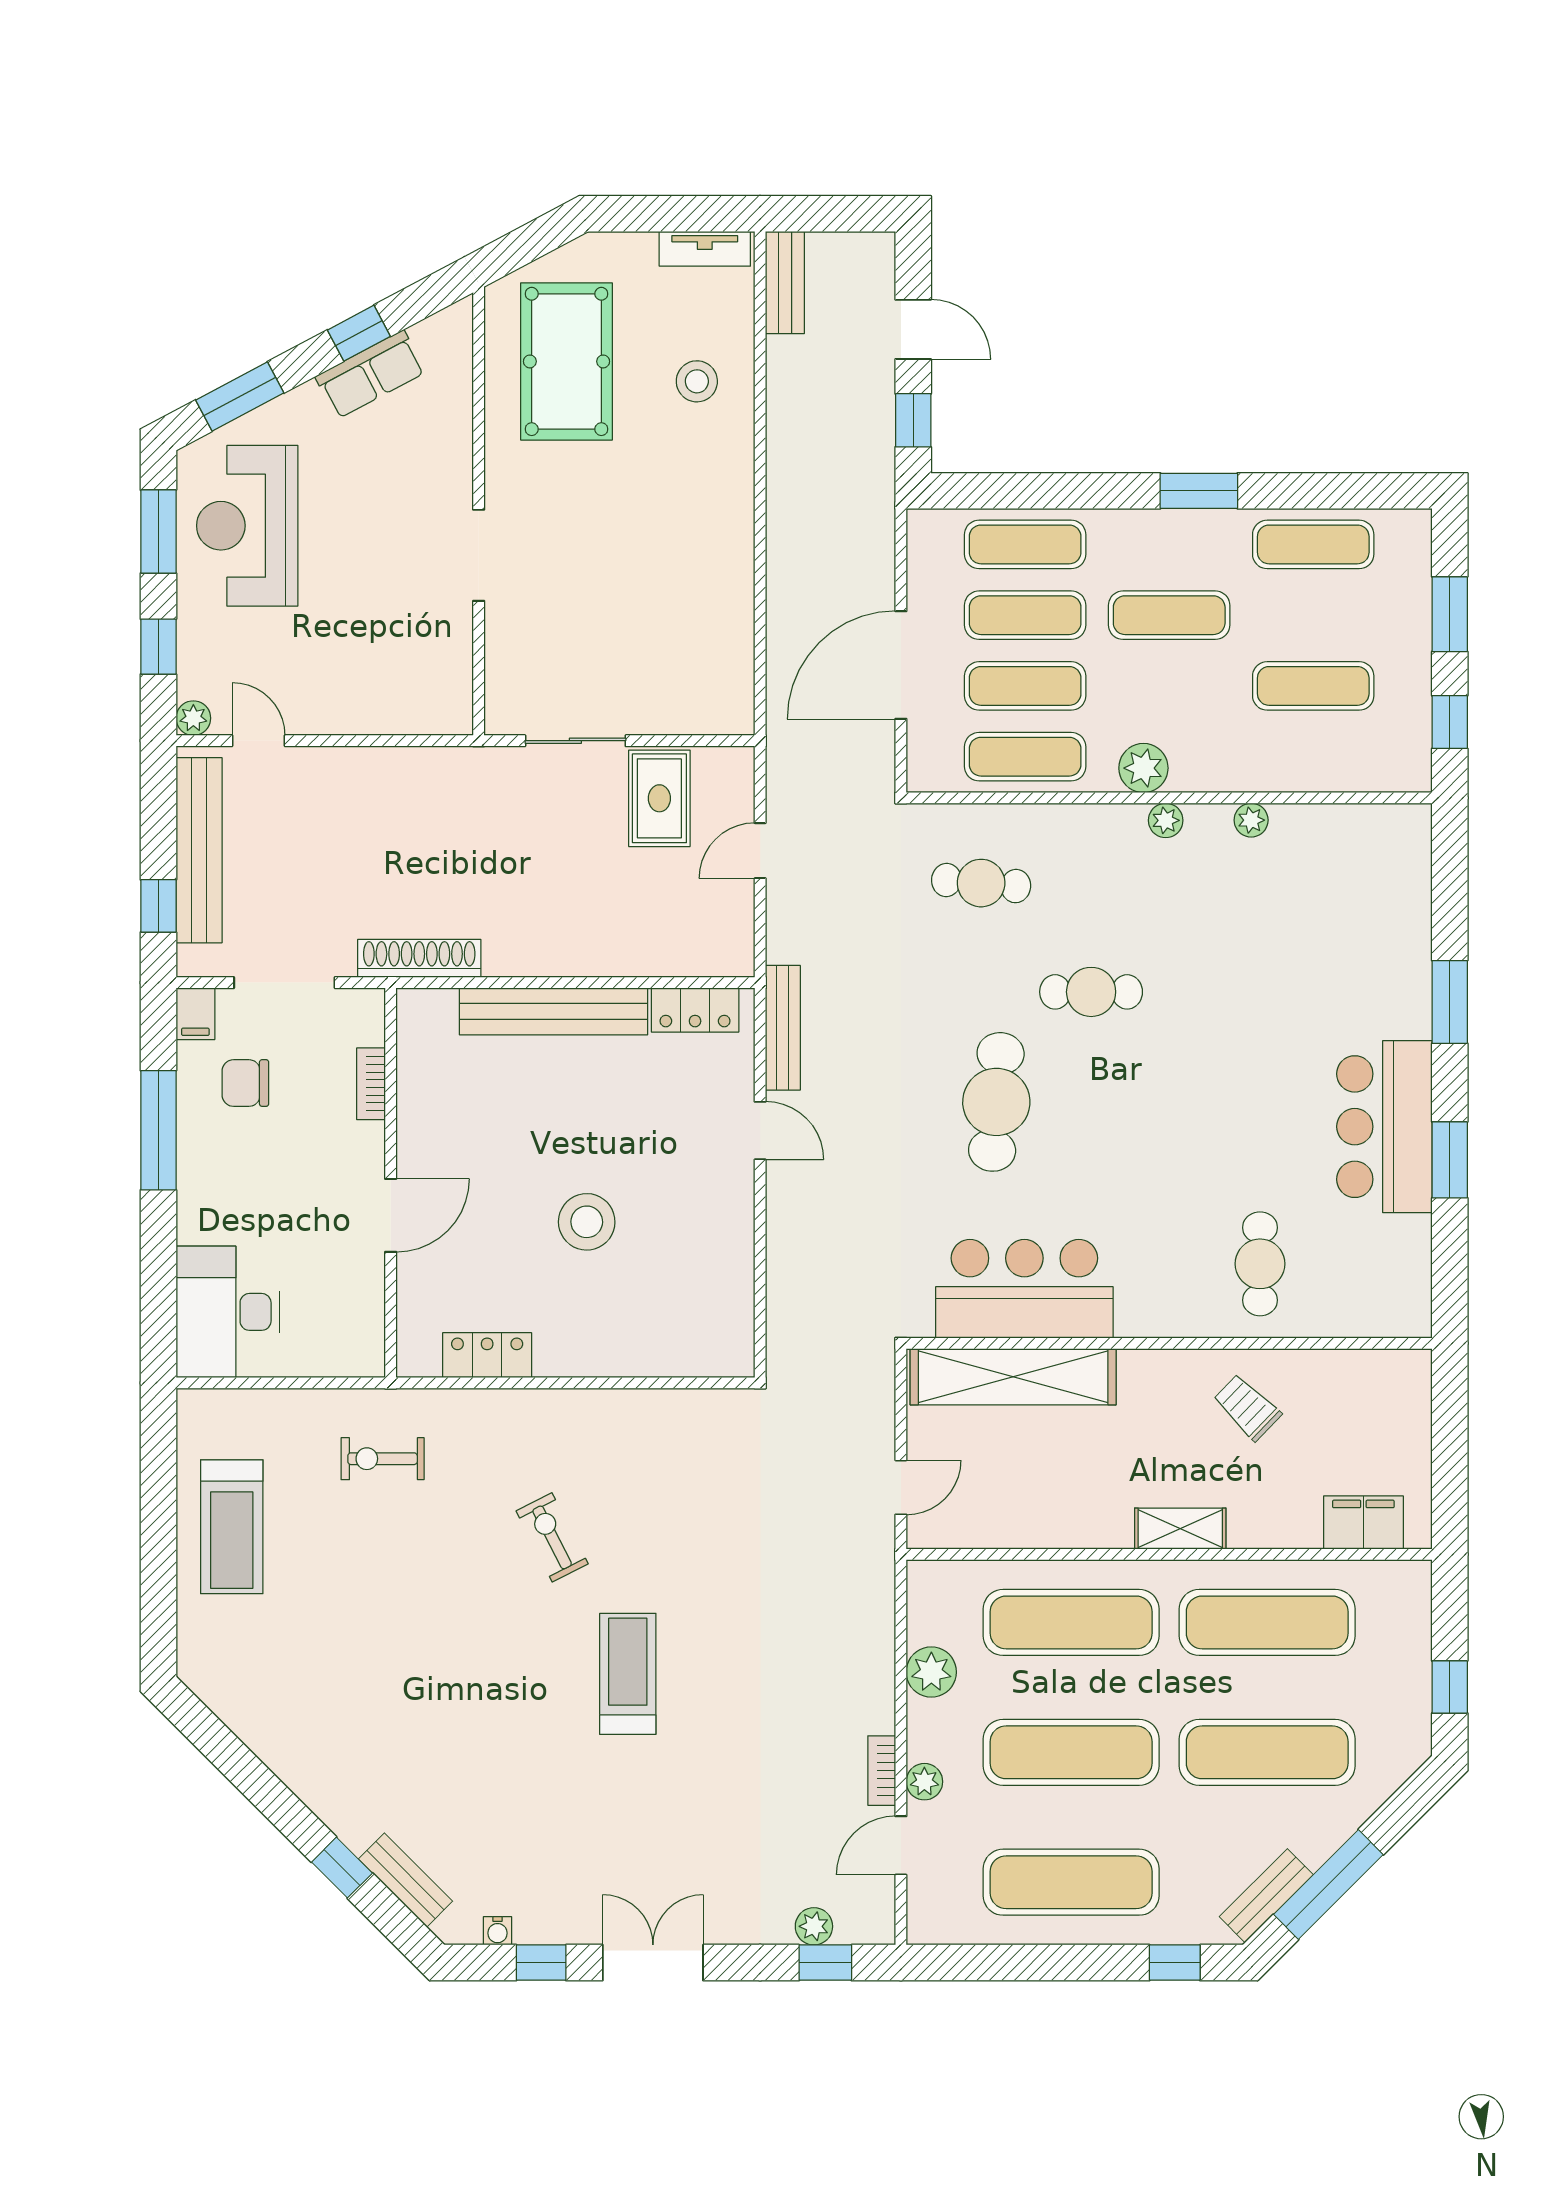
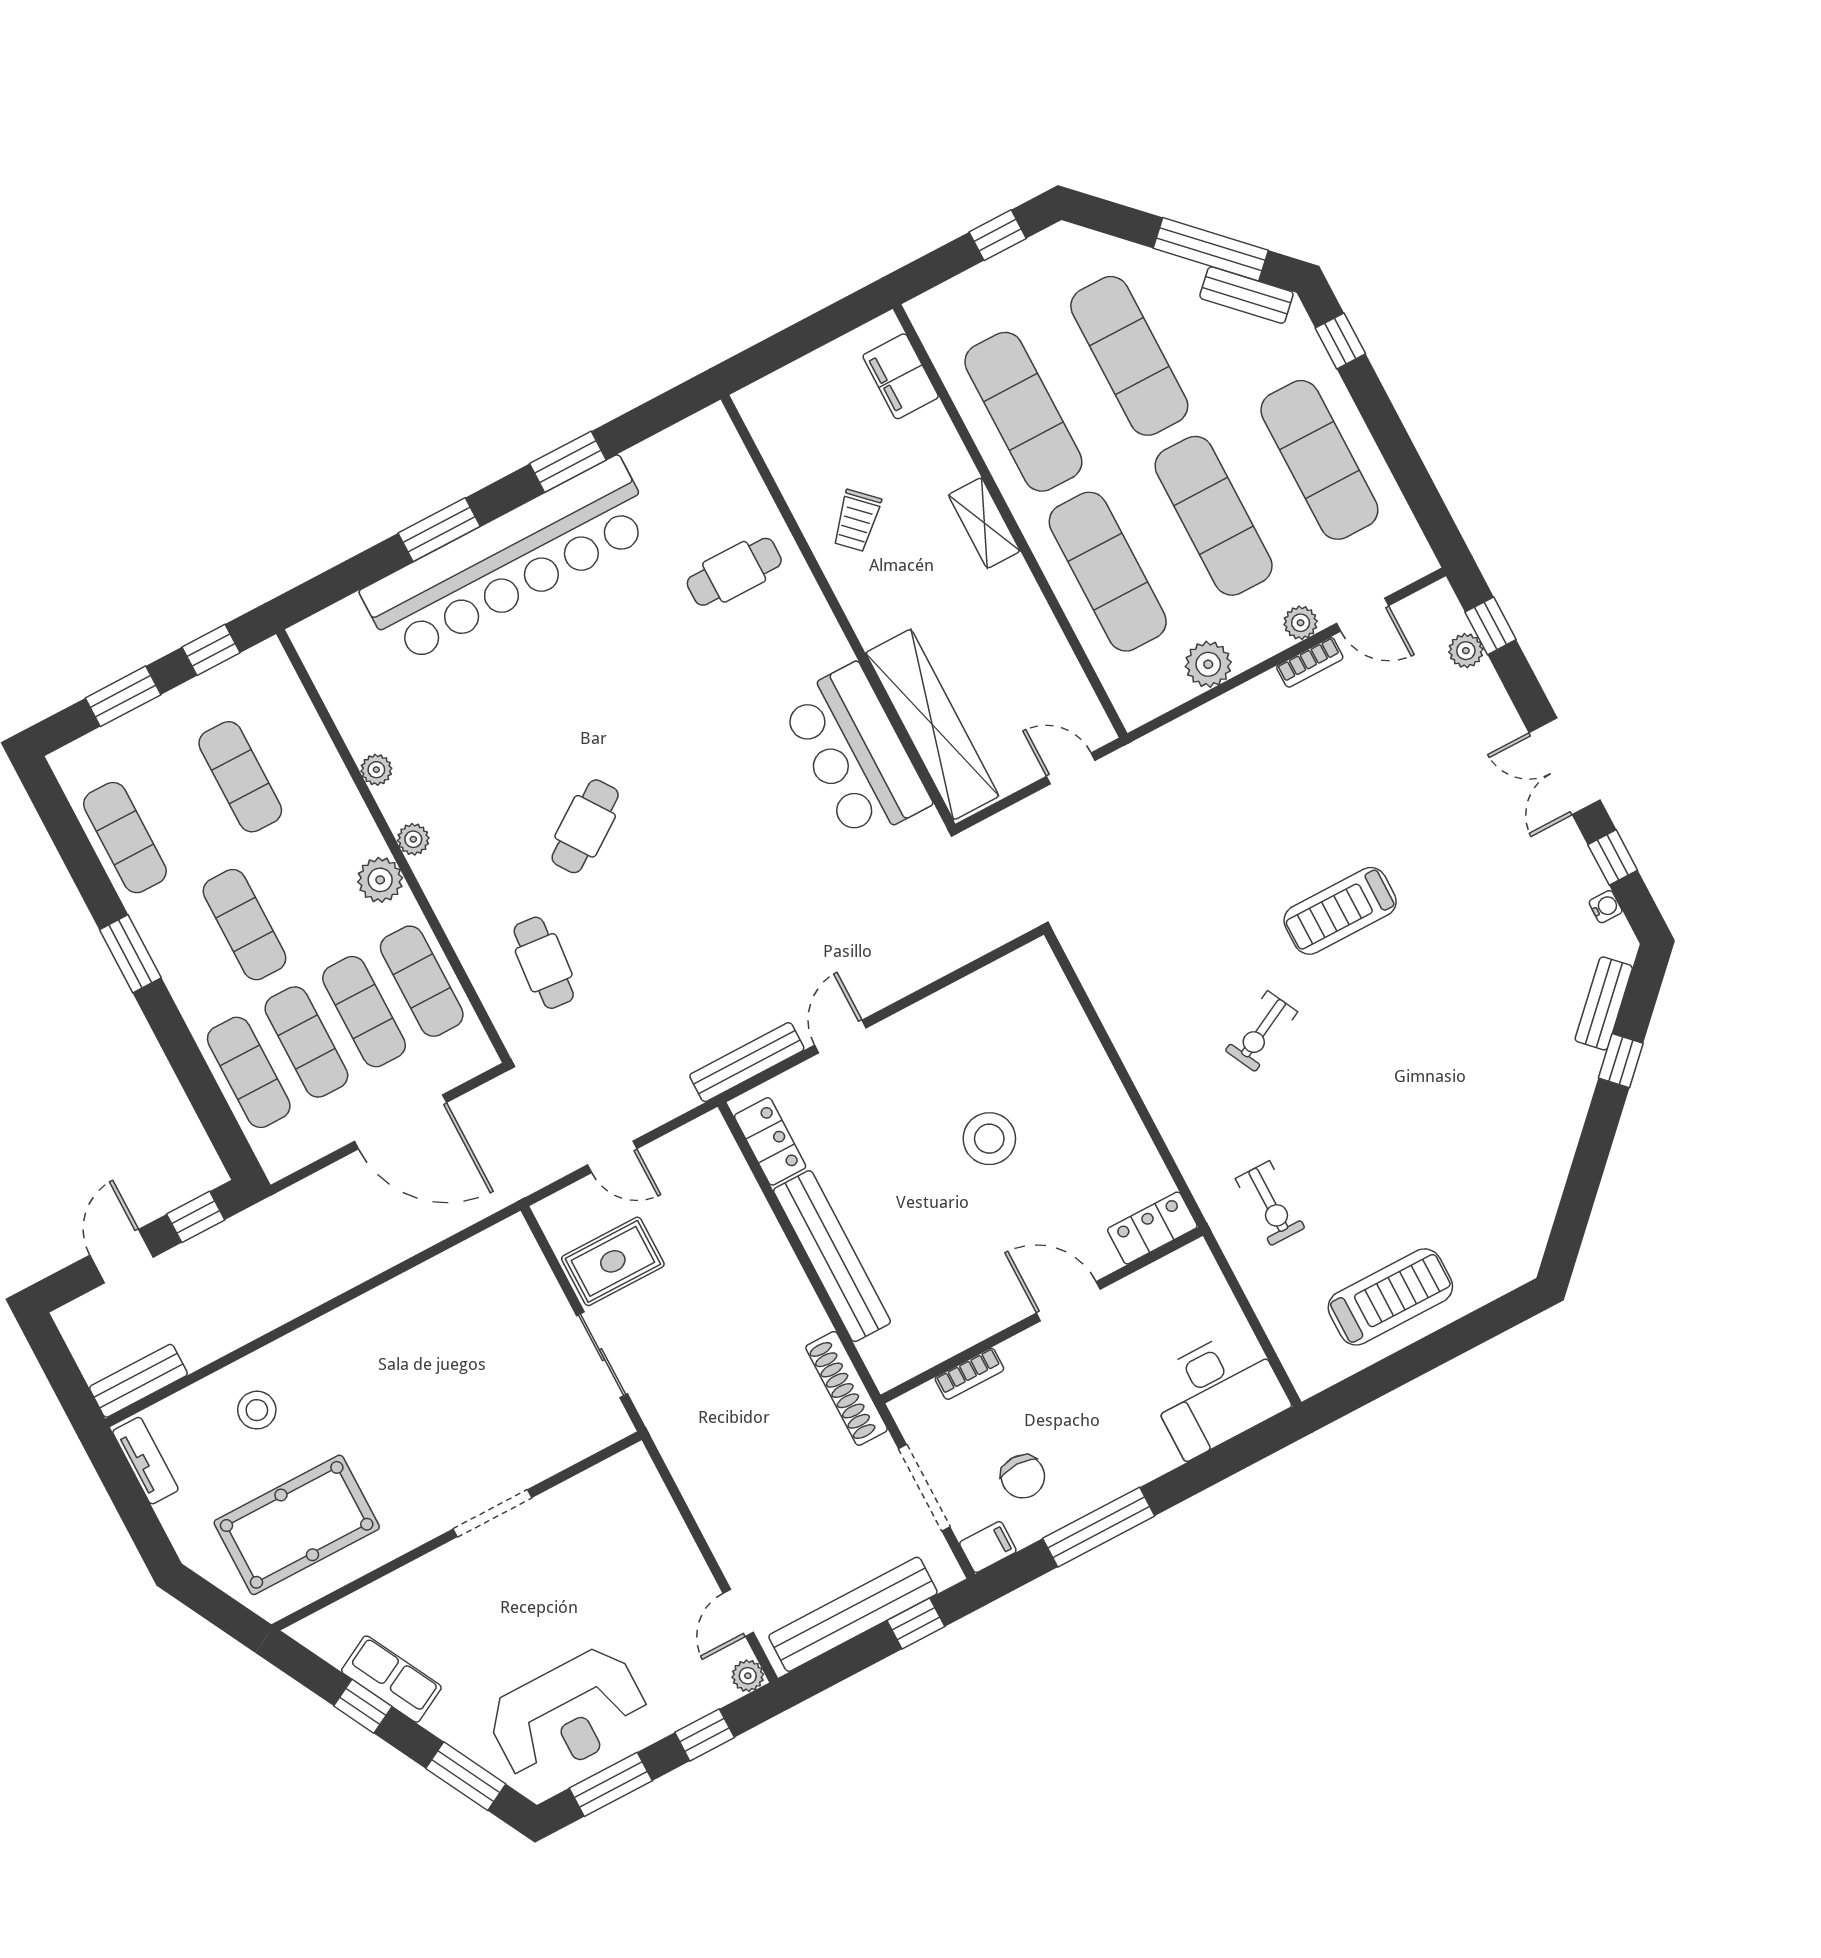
cafe table: (1091, 992) -> (585, 826), turned 55
cafe table: (996, 1102) -> (716, 856), removed
bar counter: (1384, 1127) -> (509, 561), width x1.86
locker: (487, 1355) -> (1152, 1228), moved, turned 90

